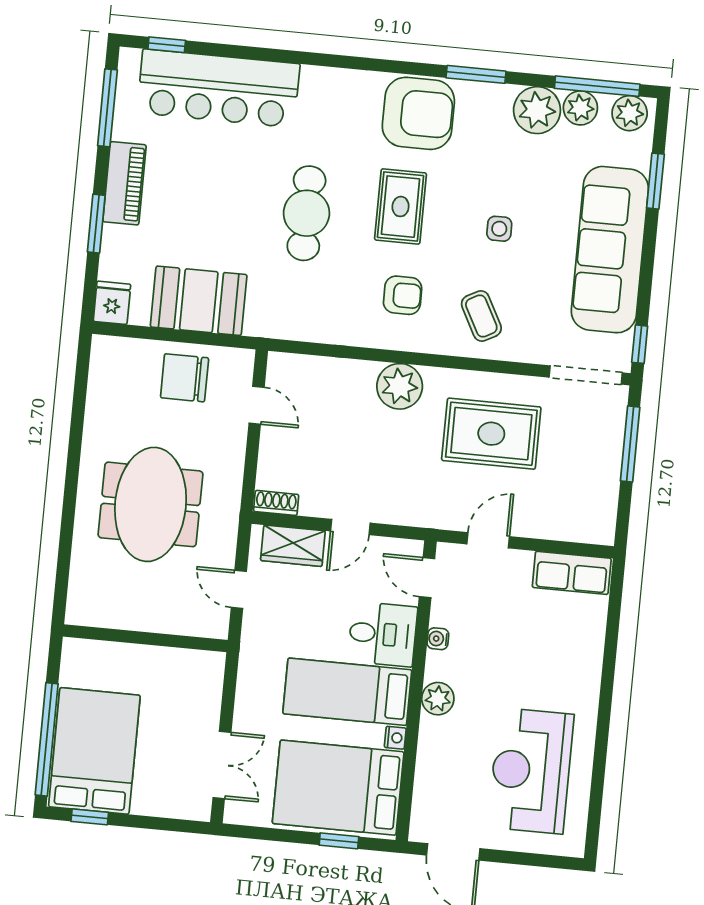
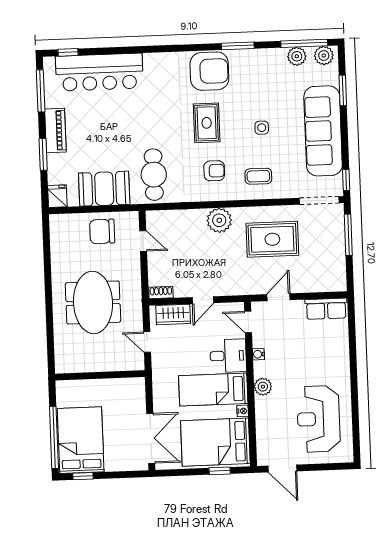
plant: (537, 110) -> (273, 61), removed
cafe table: (306, 213) -> (154, 175), moved
coffee table: (481, 316) -> (258, 176), turned -62
double door: (222, 765) -> (151, 438), width x1.37

